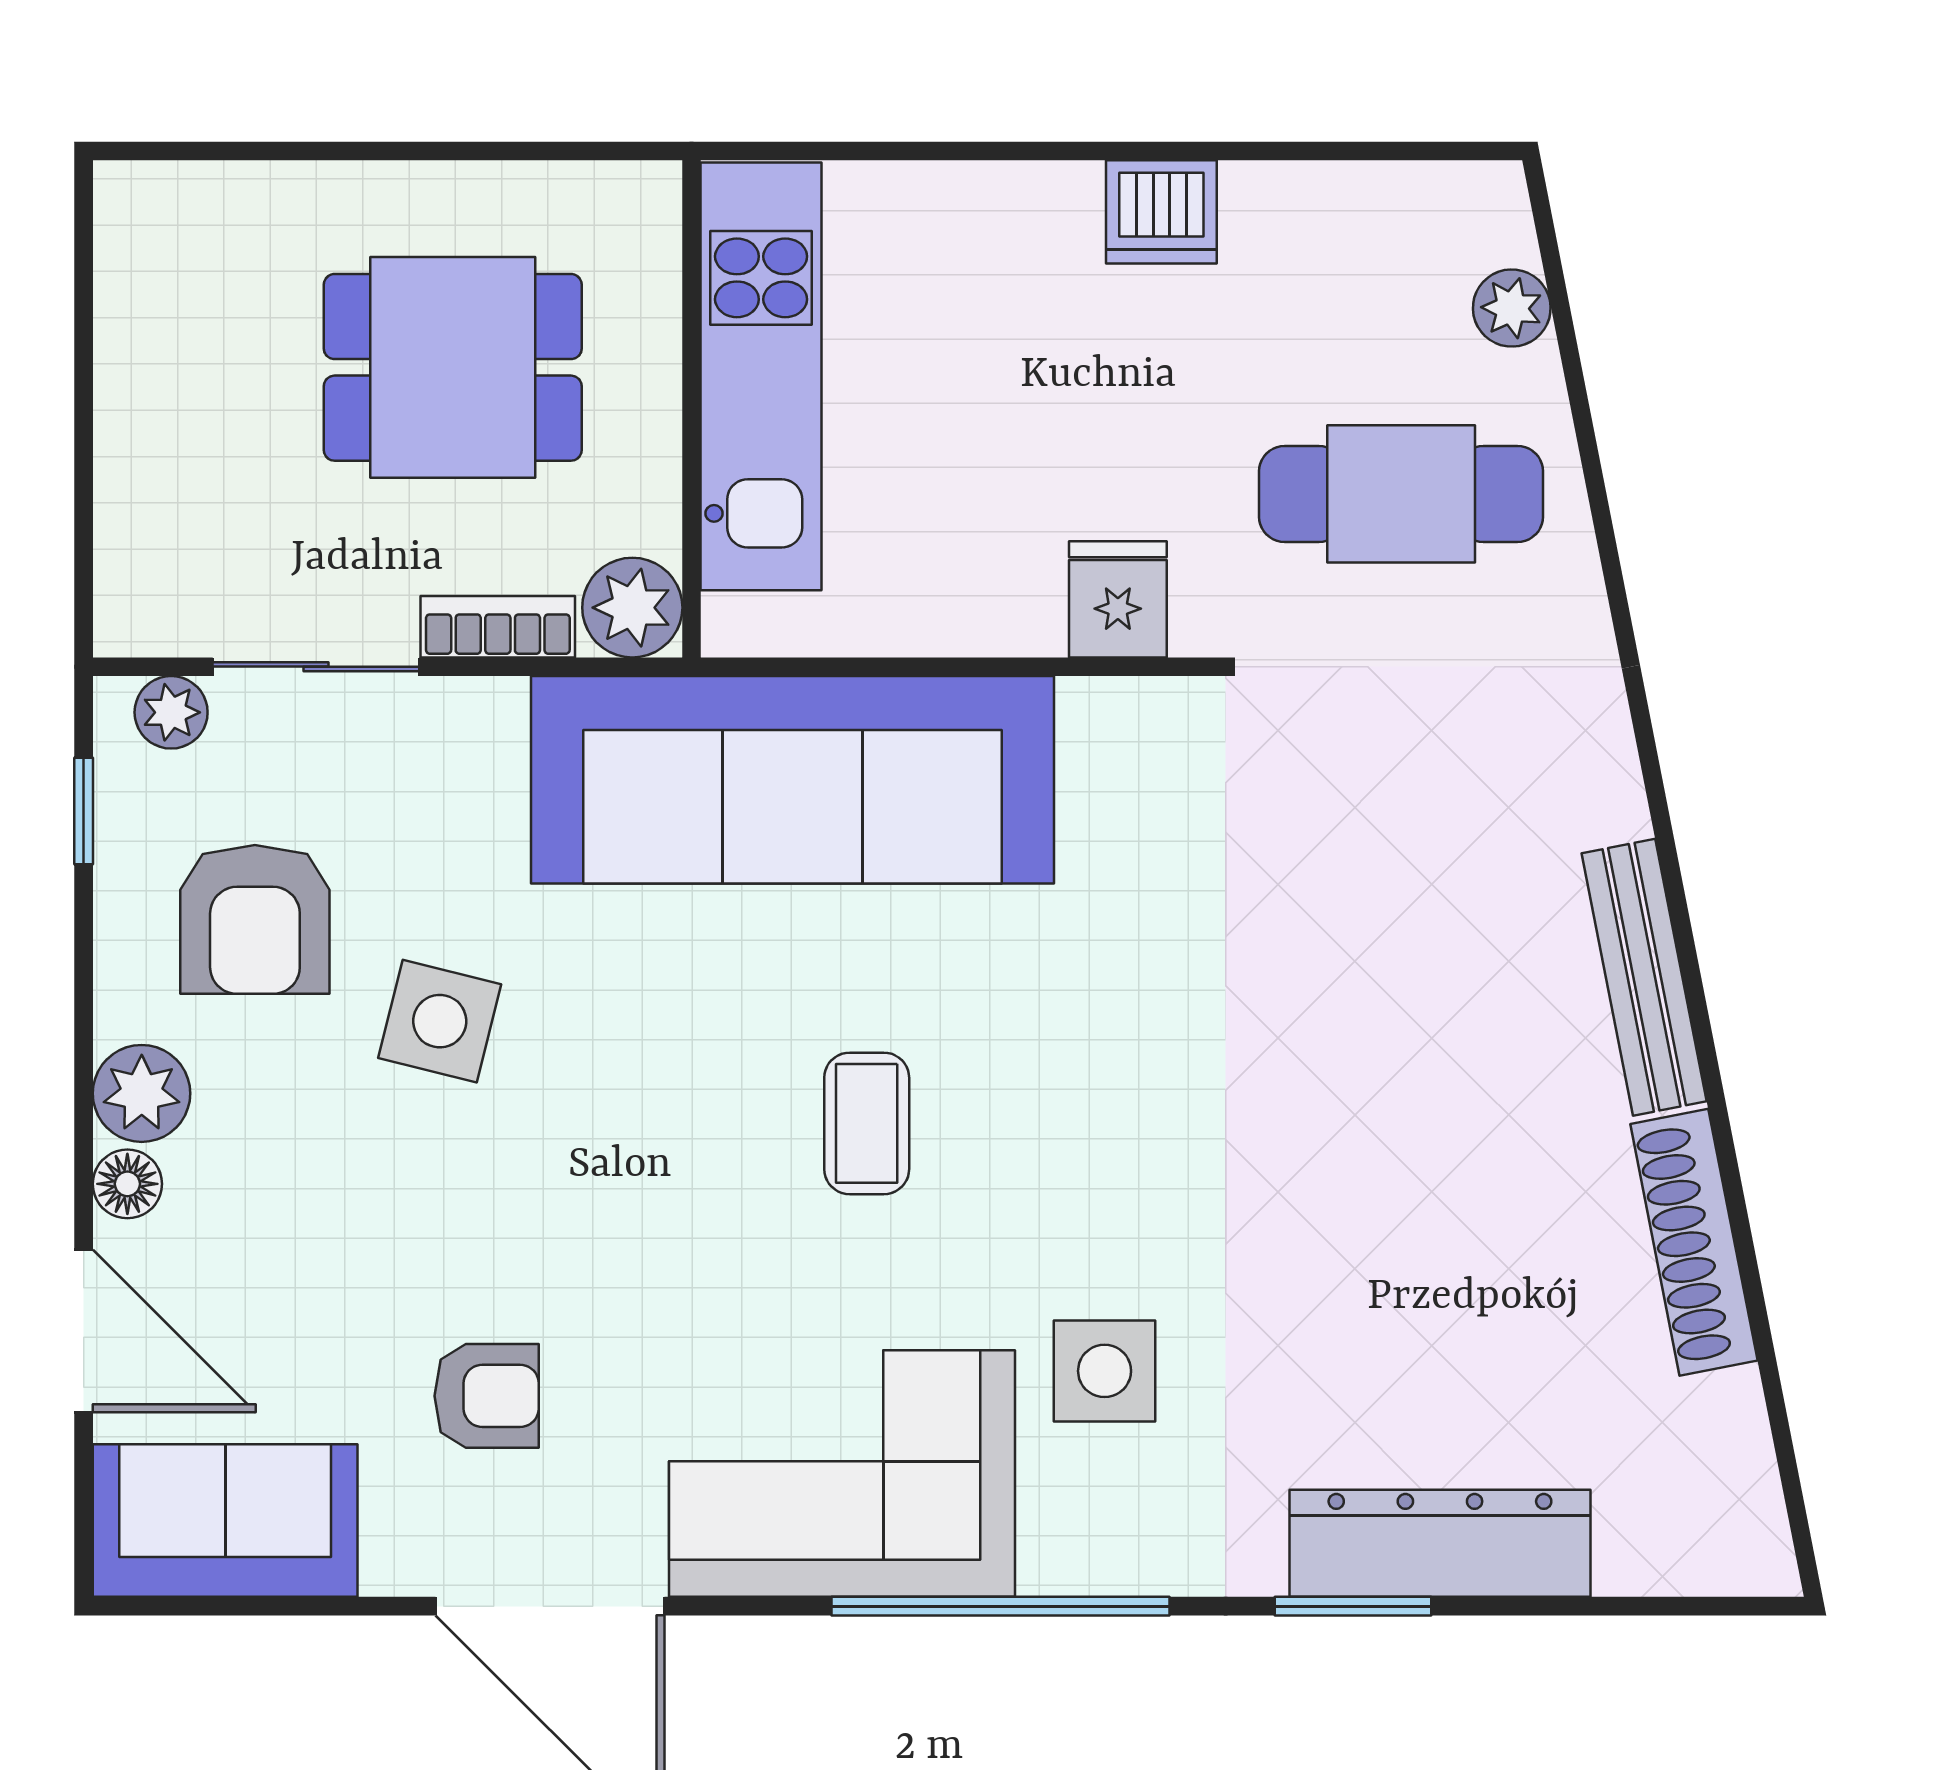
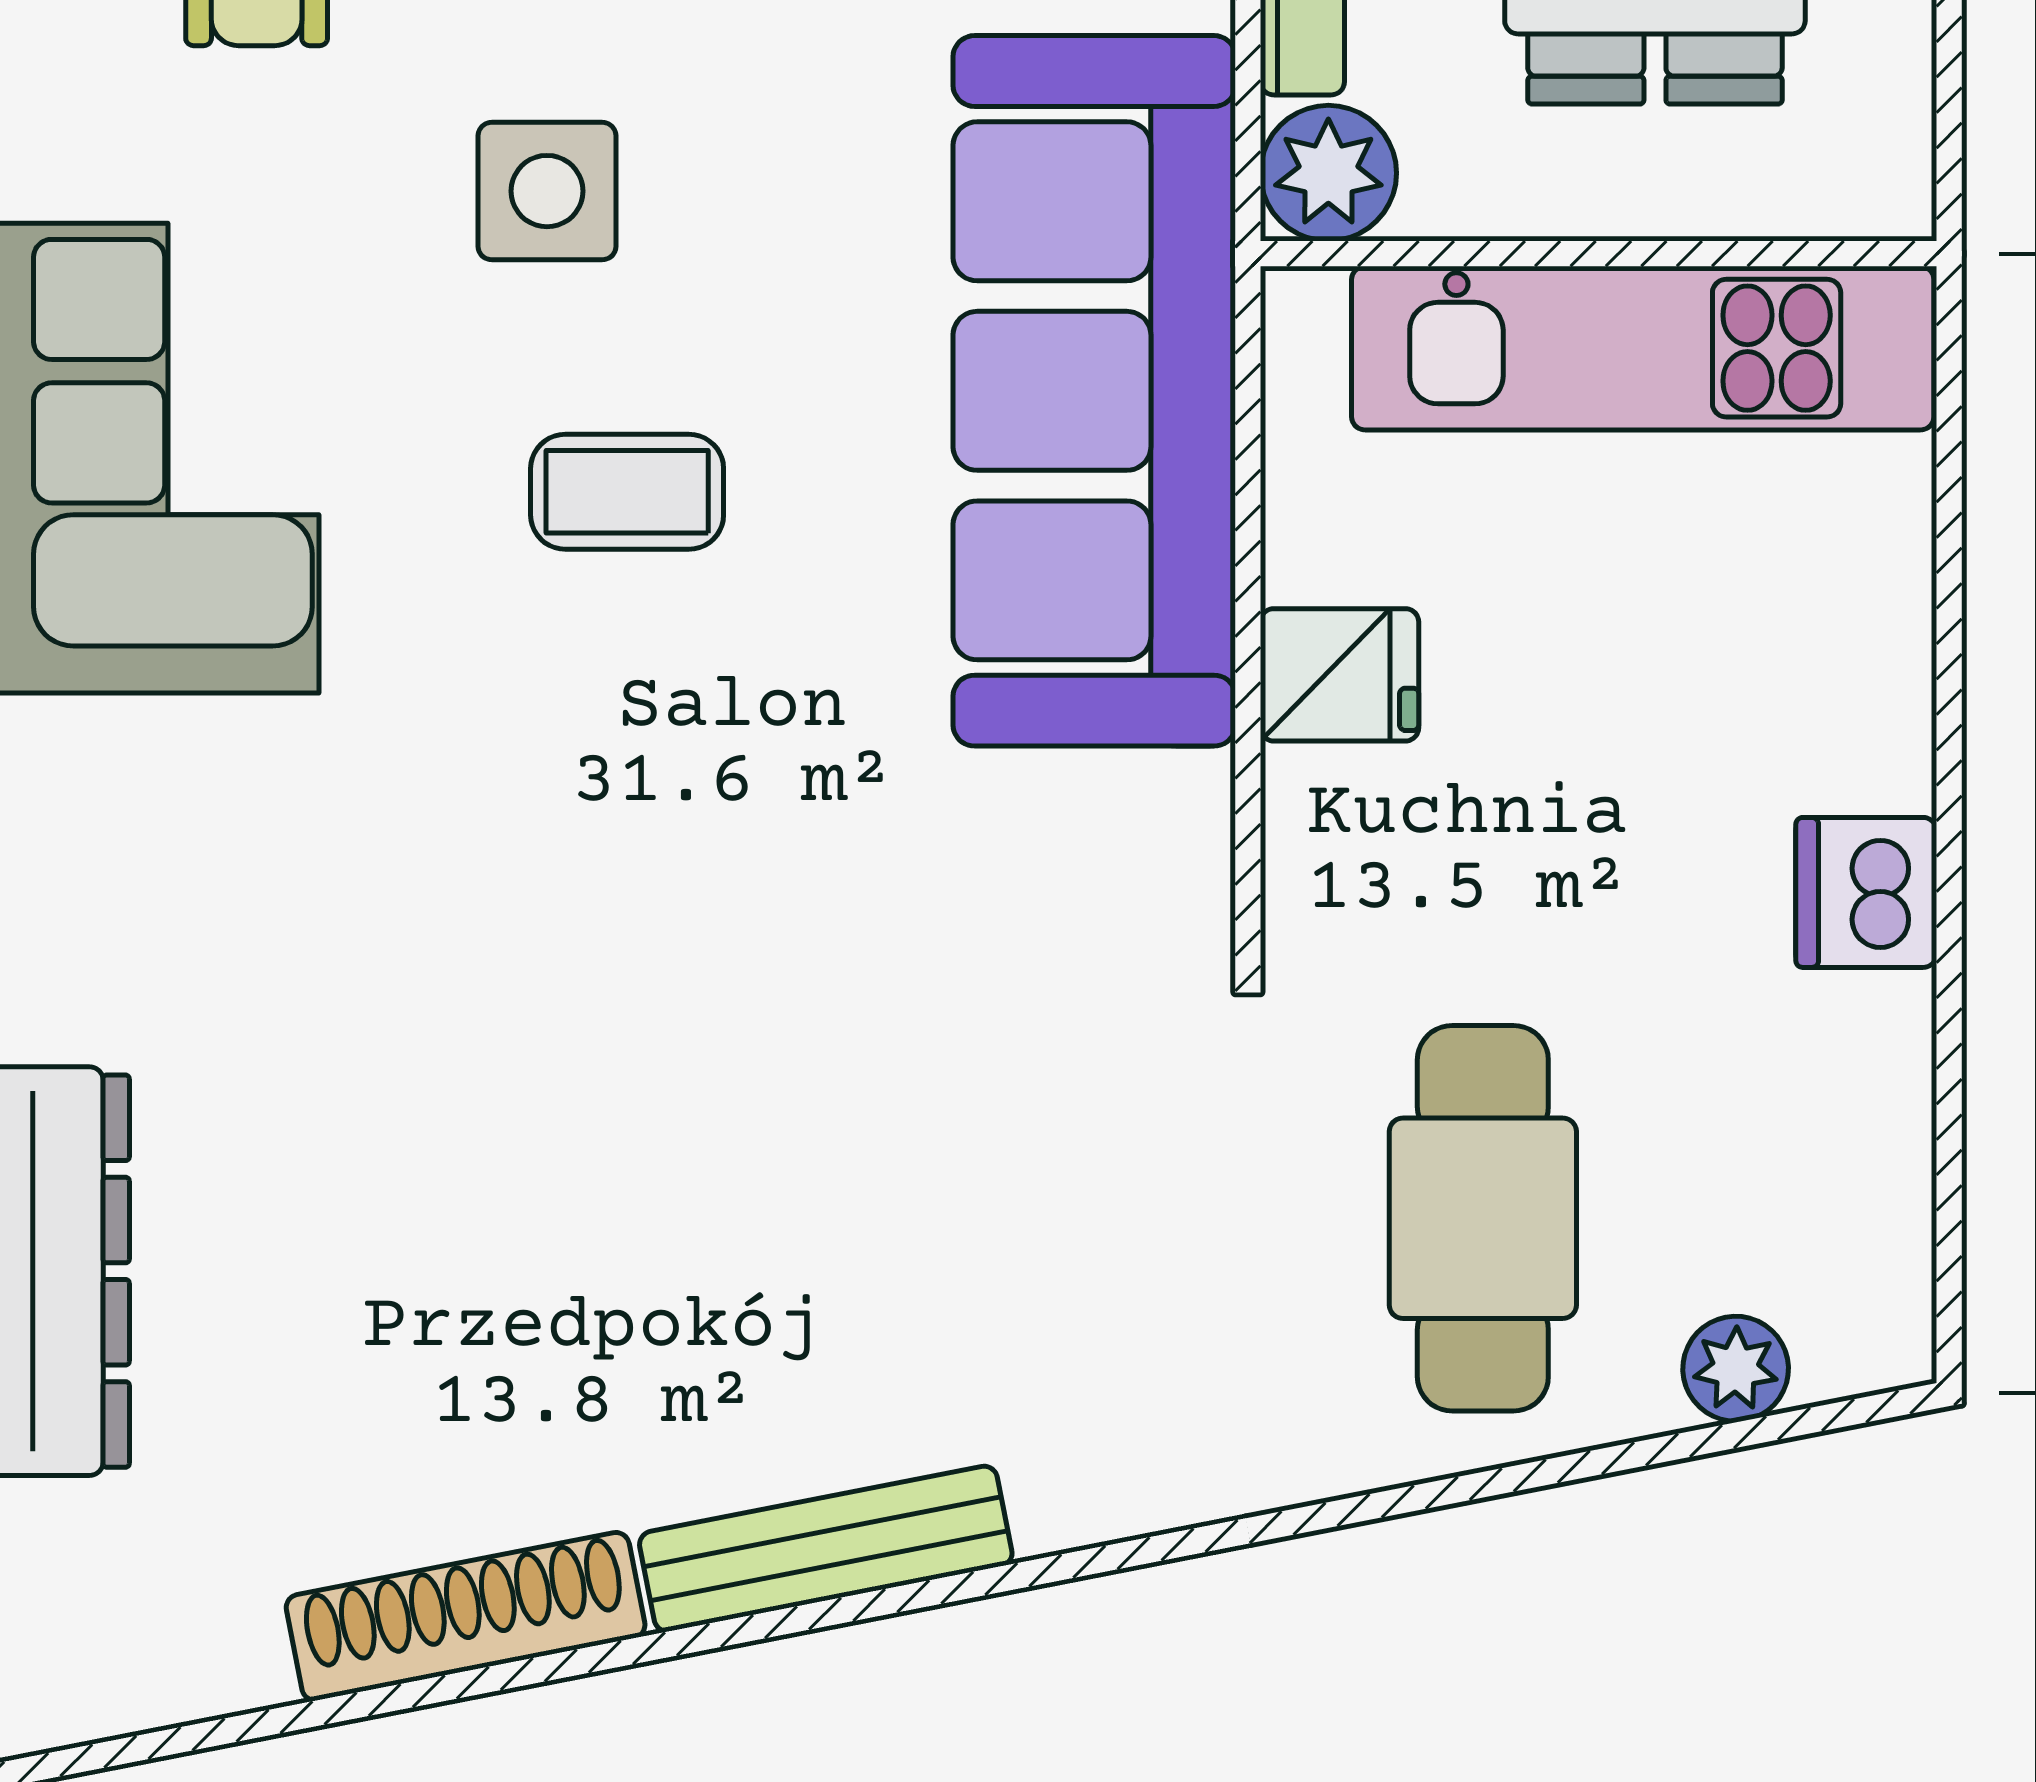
fridge: (1118, 599) -> (1340, 675), moved
side table: (1105, 1371) -> (547, 191), moved

